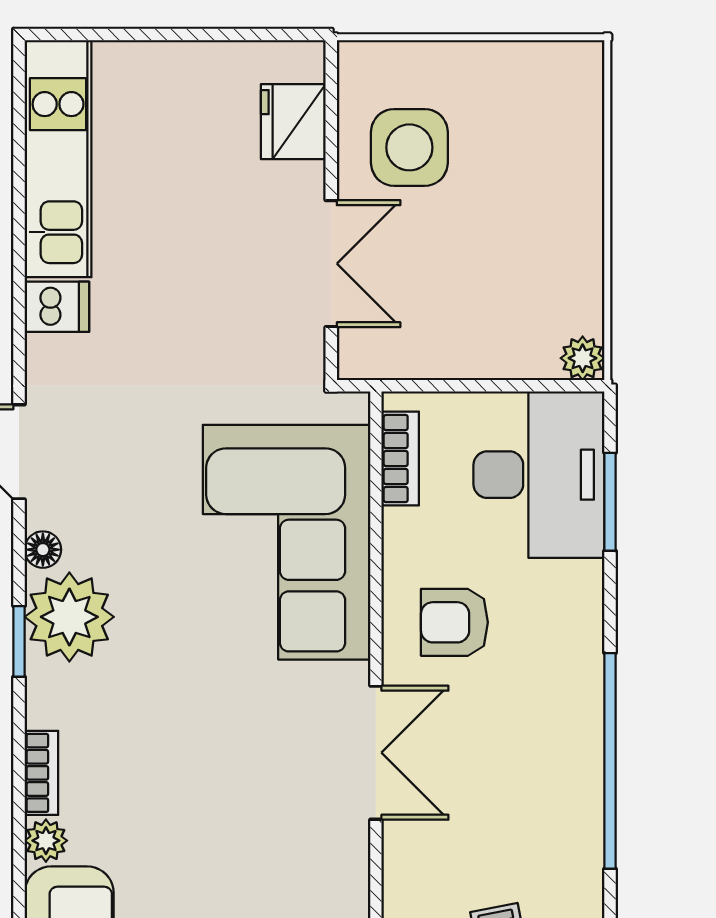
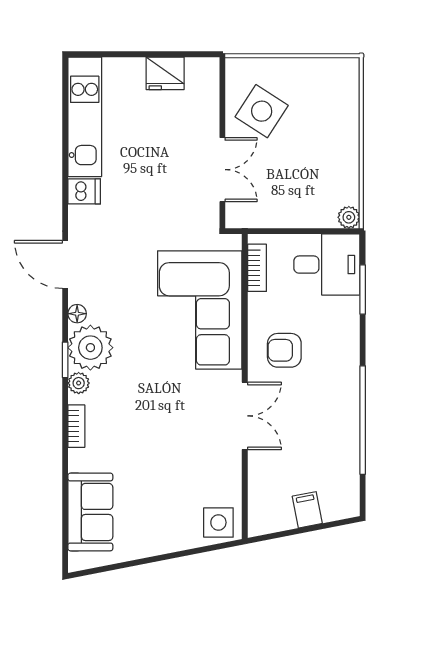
fridge: (293, 122) -> (165, 73), moved, turned -90
side table: (409, 147) -> (262, 111), turned 33
desk: (539, 475) -> (327, 265), width x0.73
plant: (46, 841) -> (79, 383), moved

